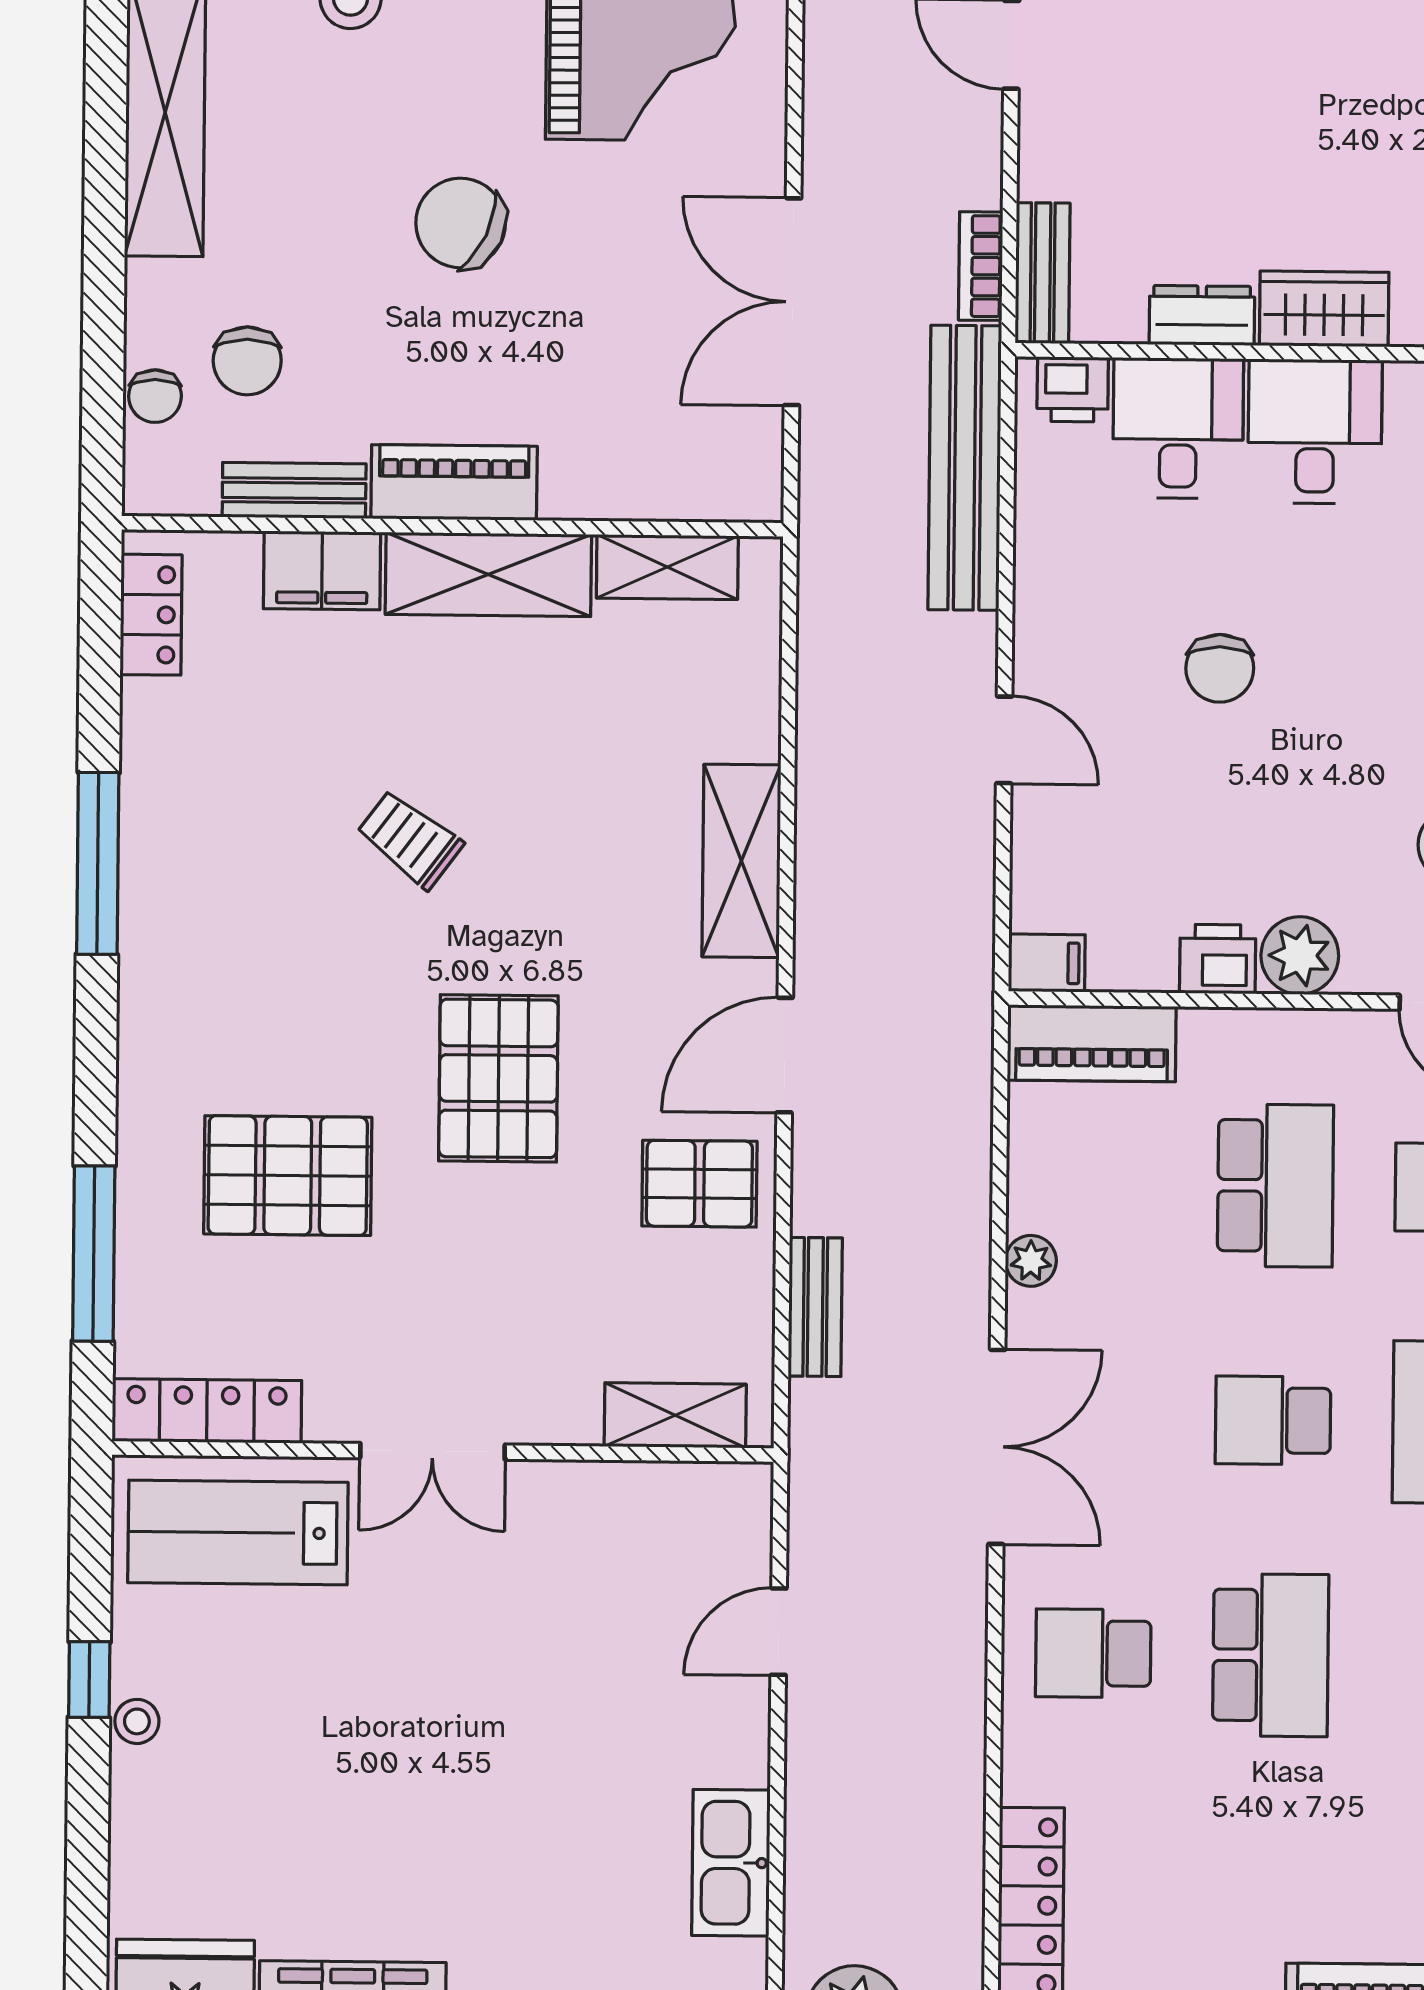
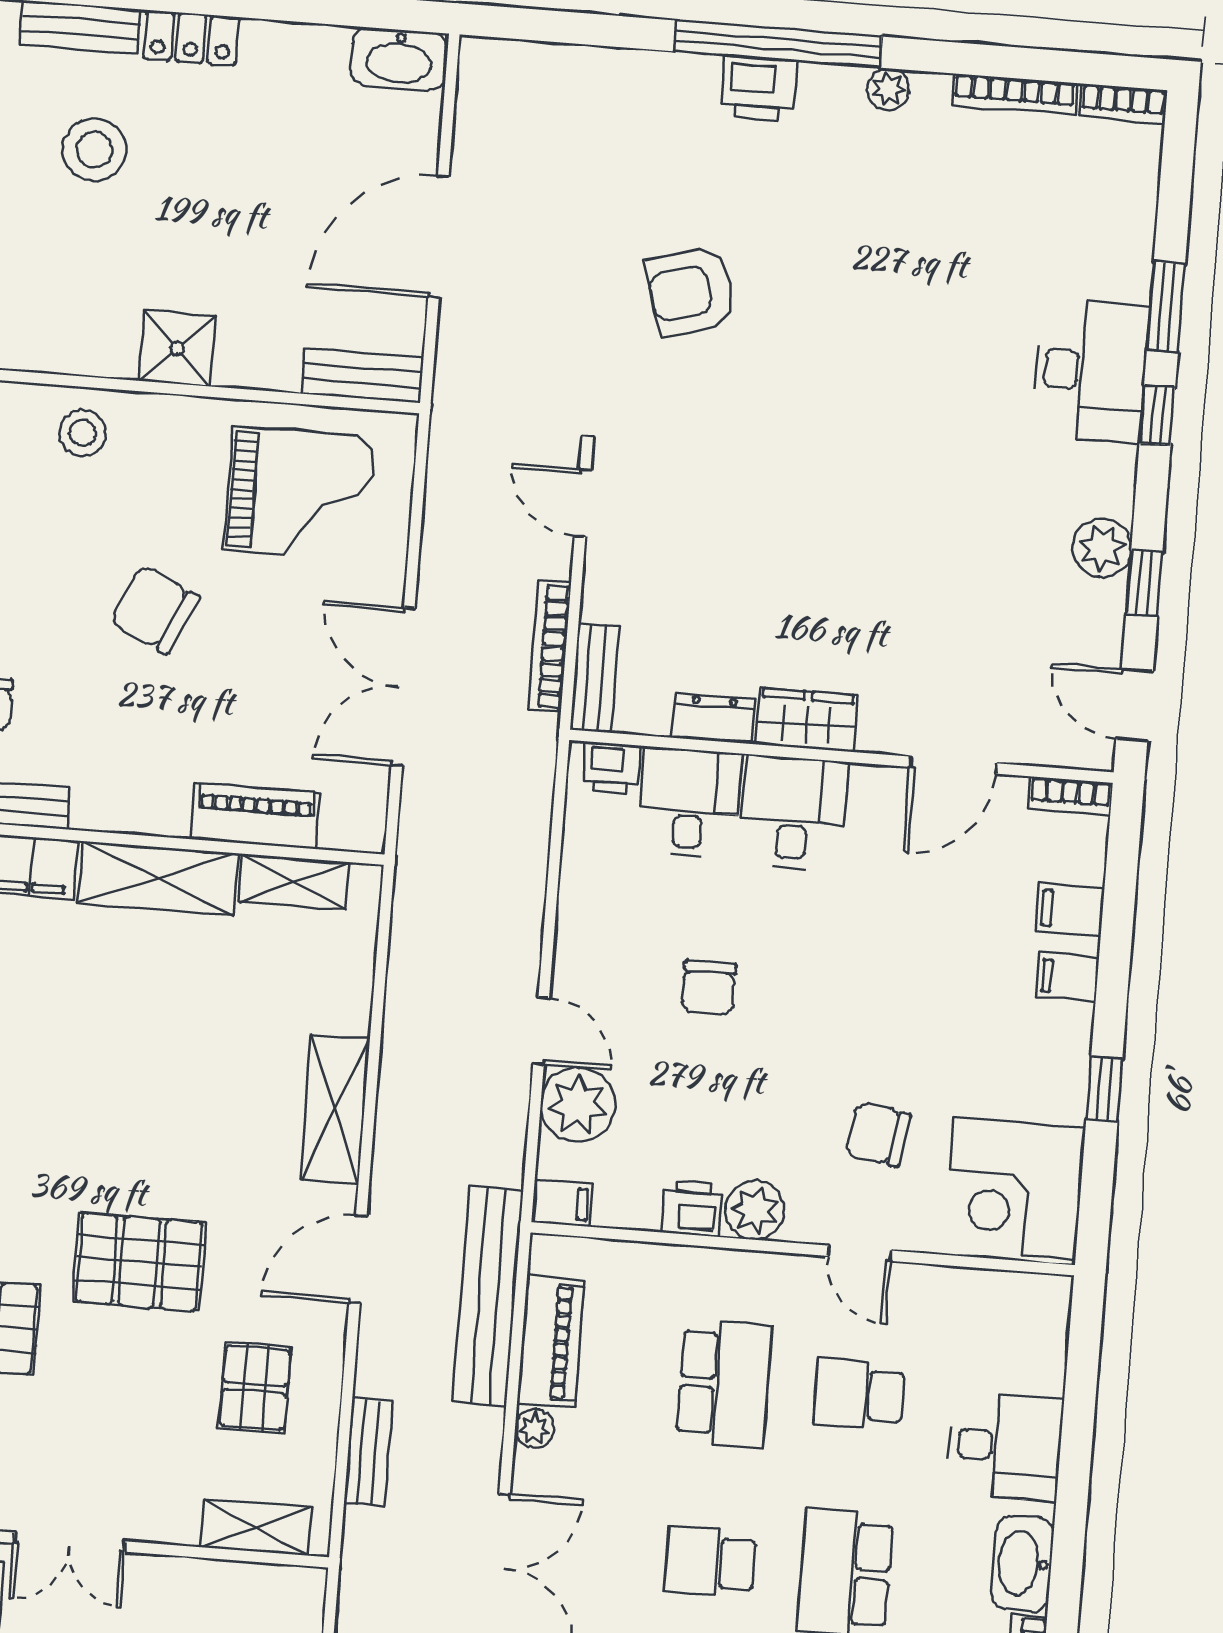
bookcase: (981, 266) -> (550, 646), width x1.56
bench: (965, 468) -> (488, 1296), moved
piano: (454, 482) -> (255, 816), moved
plant: (1059, 833) -> (578, 1105), added
trolley: (410, 839) -> (84, 1076), removed
piano: (1092, 1043) -> (550, 1342), moved, turned -90
pallet: (498, 1078) -> (139, 1262), turned 90
pallet: (699, 1184) -> (255, 1388), moved, turned 90

